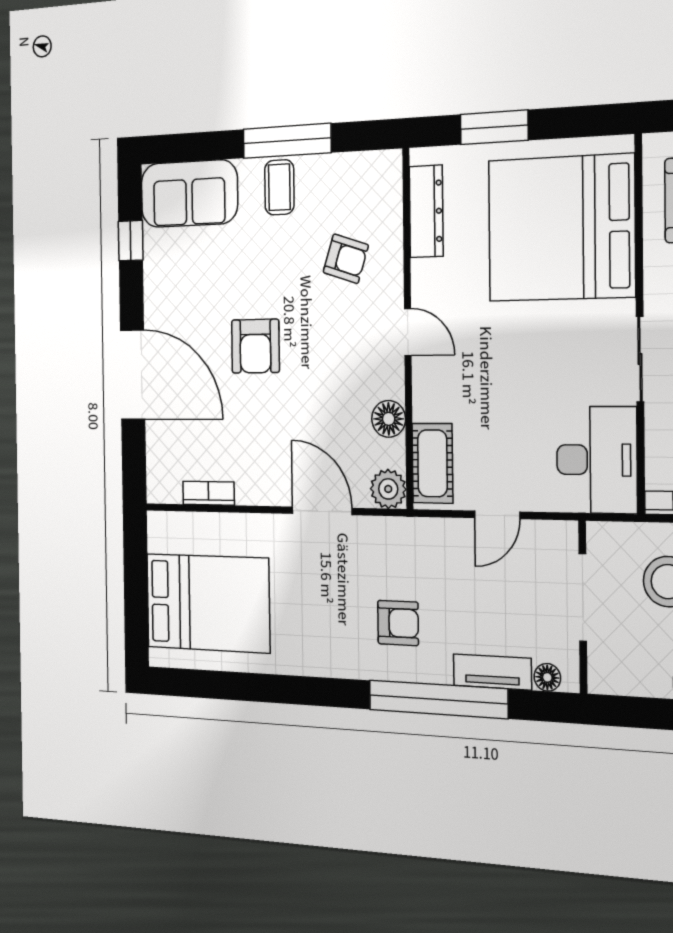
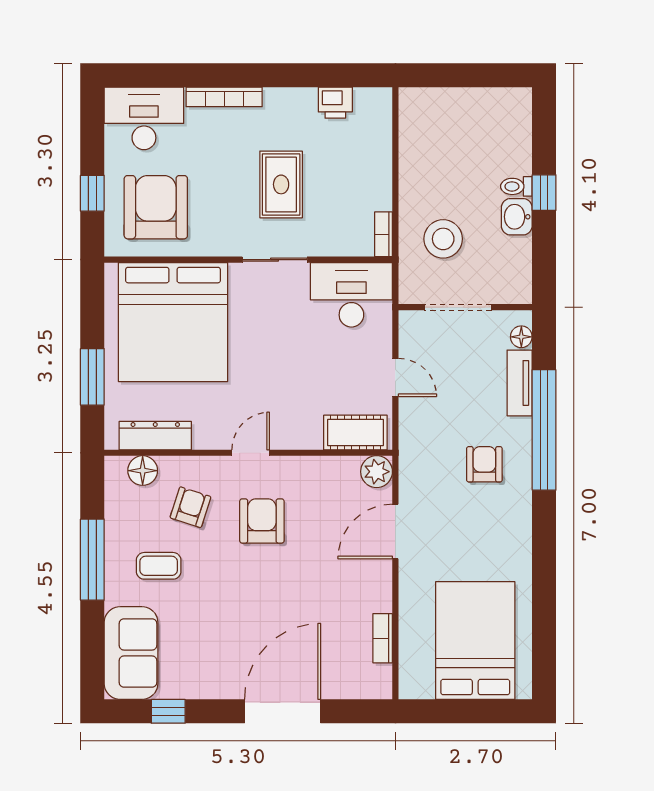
coffee table: (279, 187) -> (159, 566), moved
armchair: (255, 346) -> (262, 521), moved, turned -90
floor lamp: (389, 419) -> (143, 471), moved

